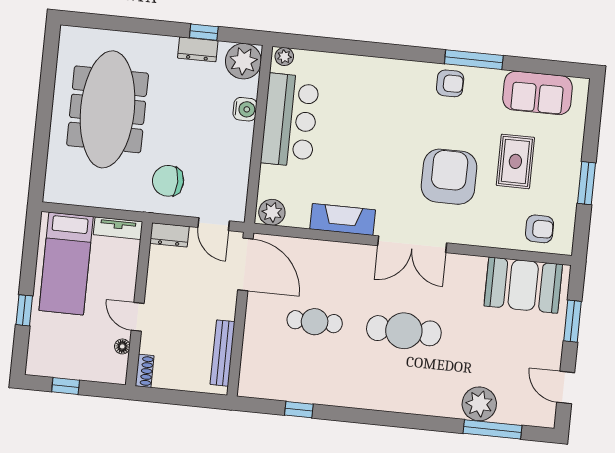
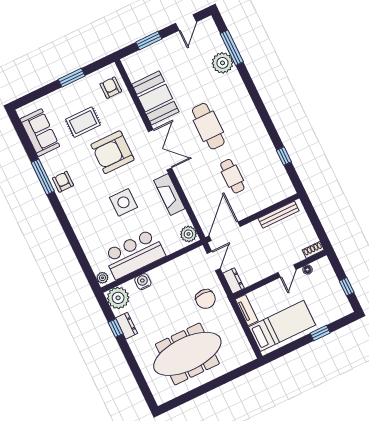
side table: (371, 149) -> (123, 202), added
booth: (523, 285) -> (155, 98), moved

